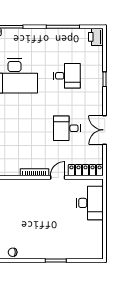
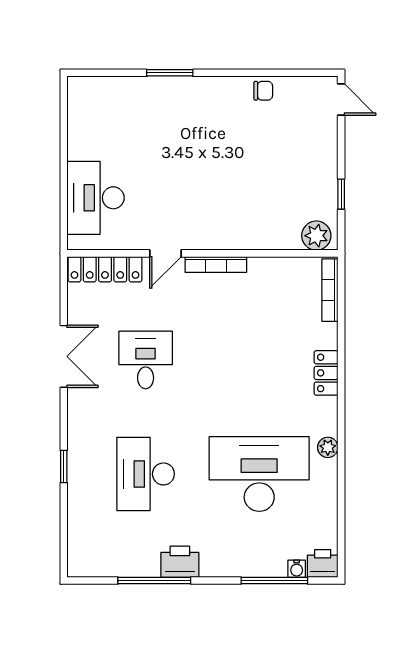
printer: (96, 37) -> (180, 562), moved, turned -90
desk: (67, 76) -> (146, 474), width x1.37
desk: (67, 128) -> (146, 360), turned -90

